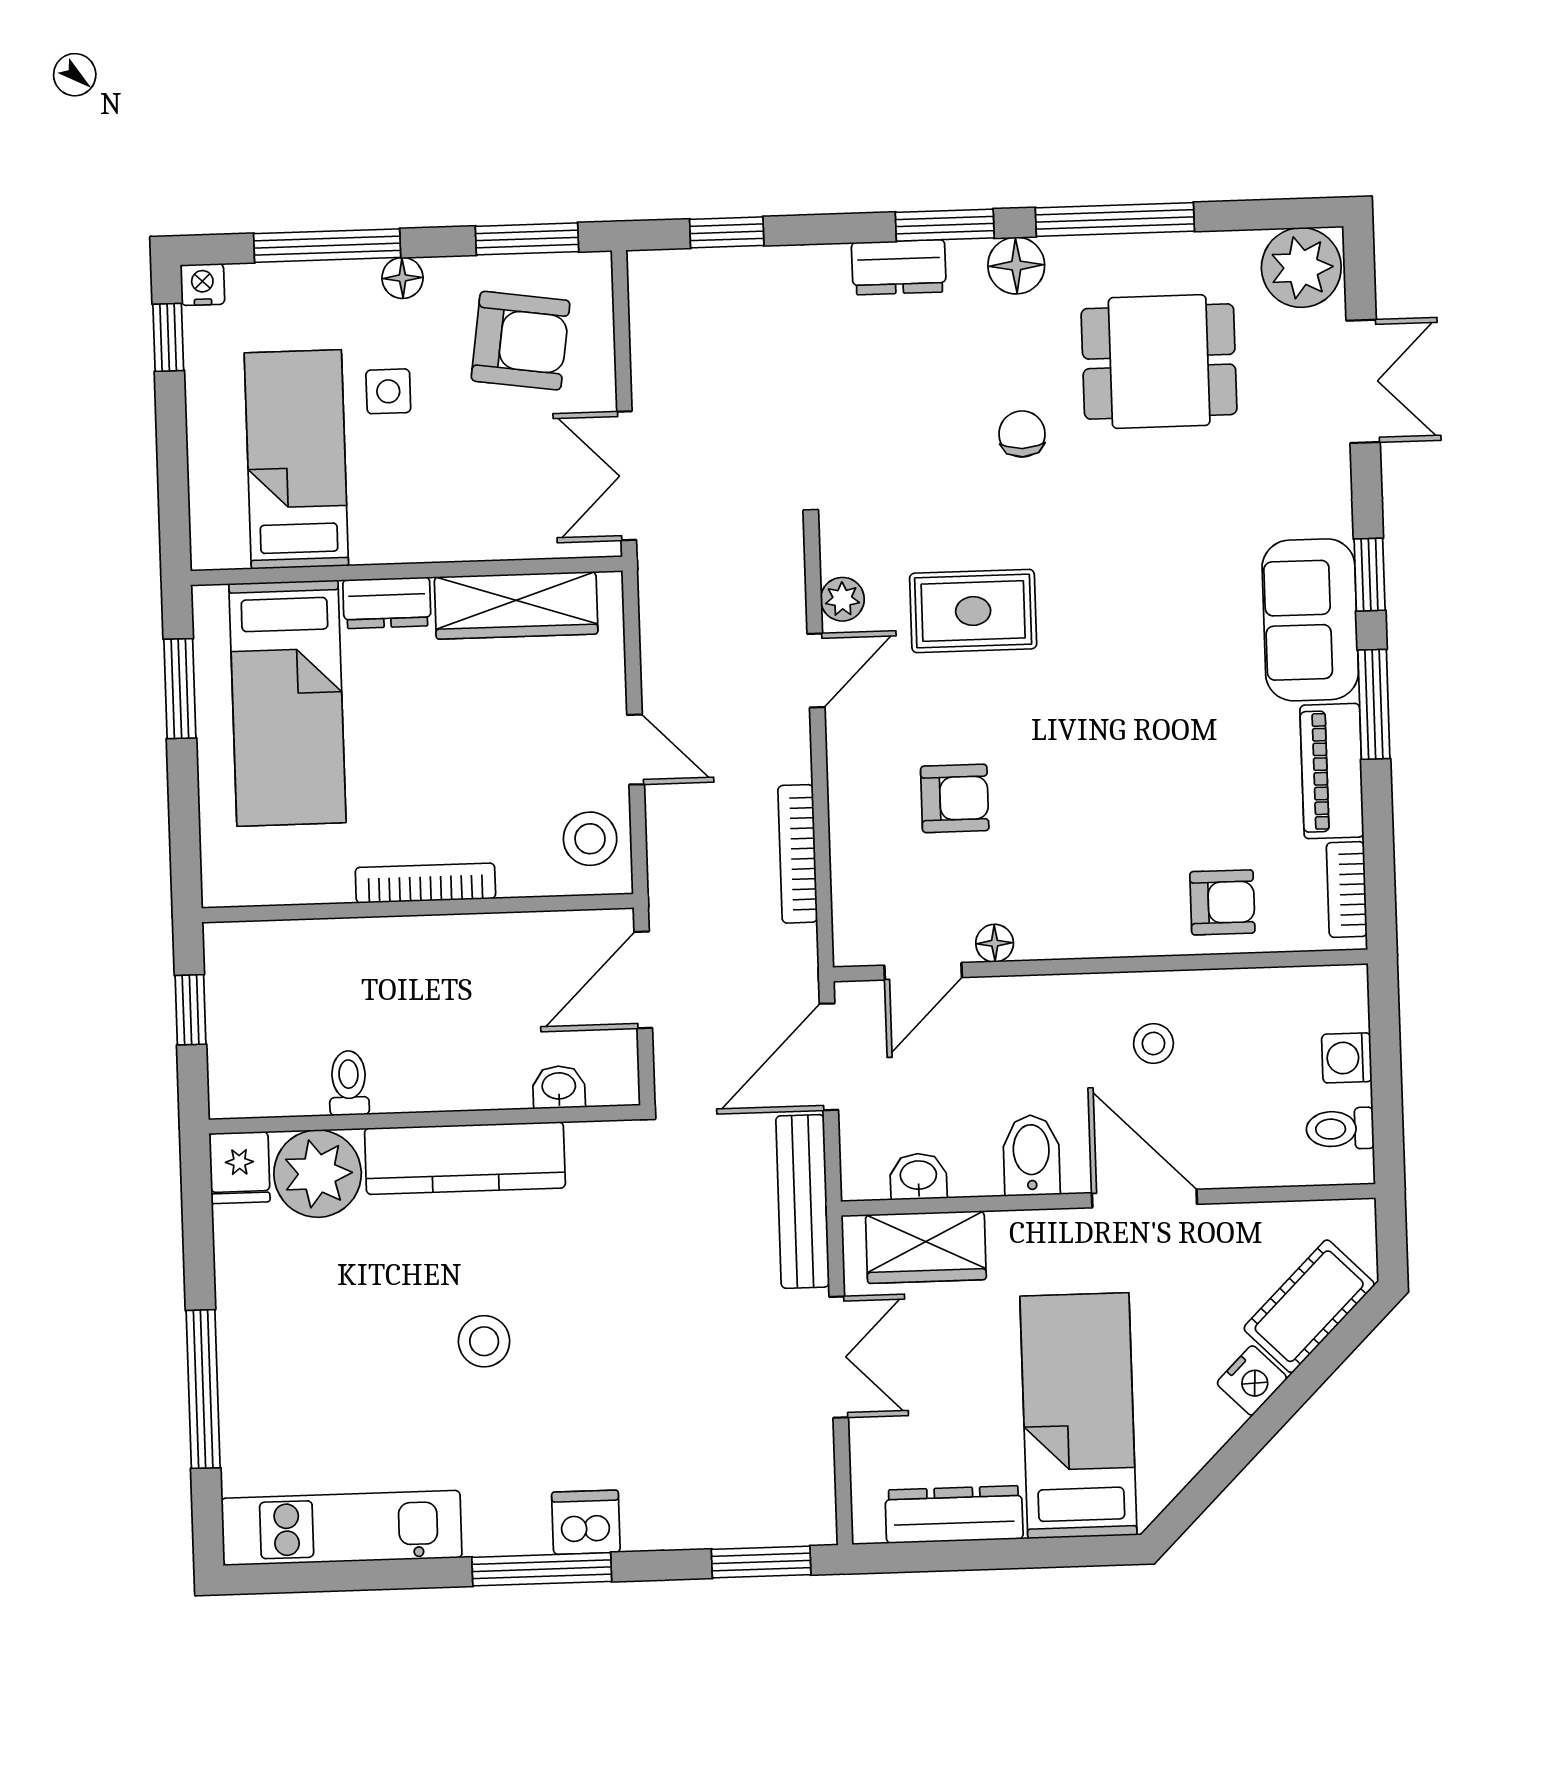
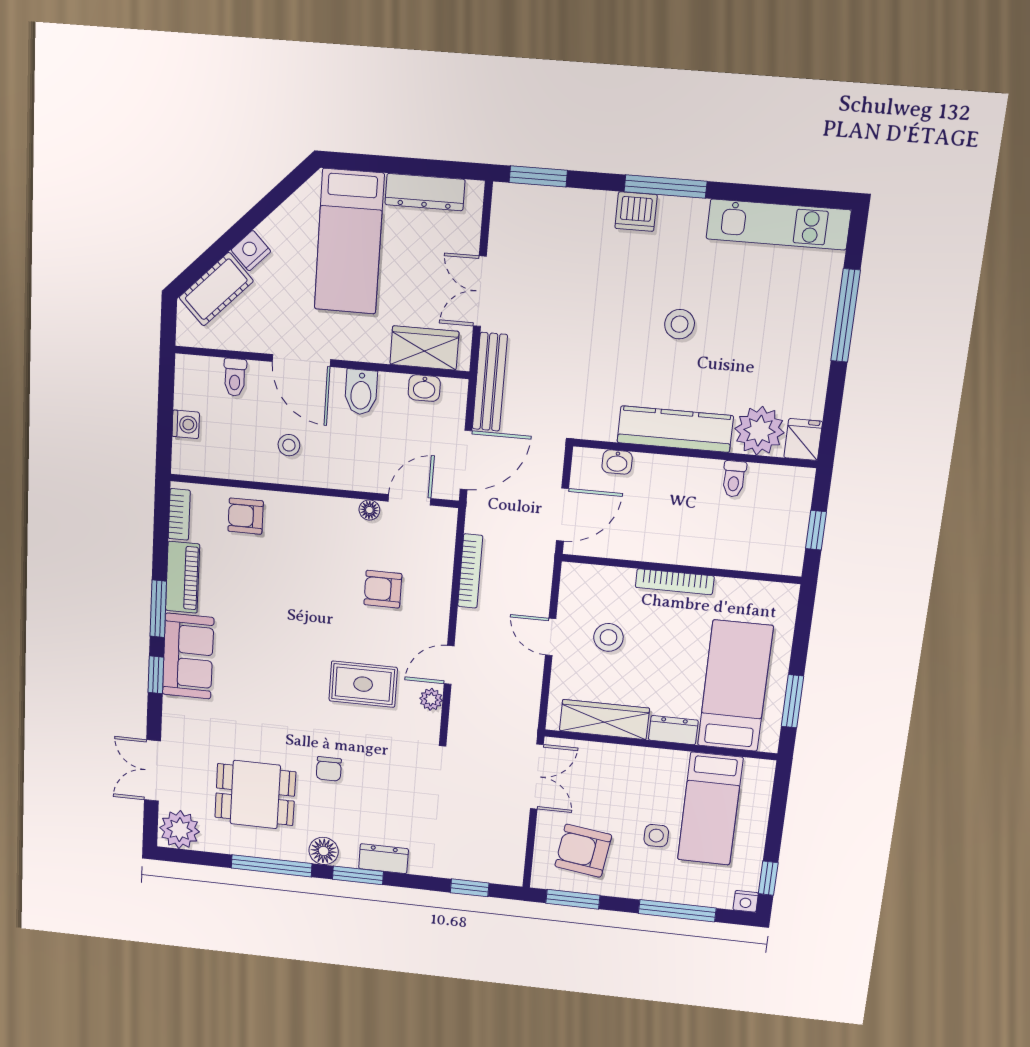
floor lamp: (403, 278) -> (640, 890), removed
stool: (590, 839) -> (608, 637), moved
toilet: (1340, 1129) -> (235, 377), moved, turned 90

